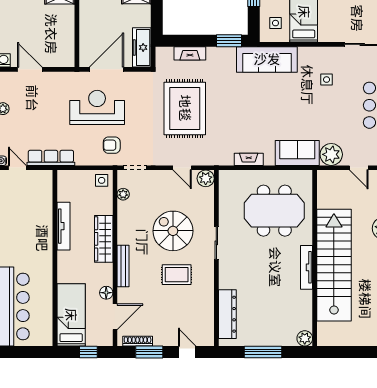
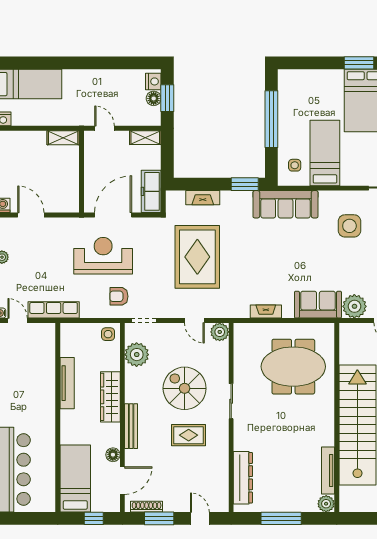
side table: (327, 80) -> (349, 226), width x1.87, depth x1.87
plant: (123, 194) -> (137, 355), width x1.88, depth x1.88
tv unit: (306, 267) -> (328, 471), moved

